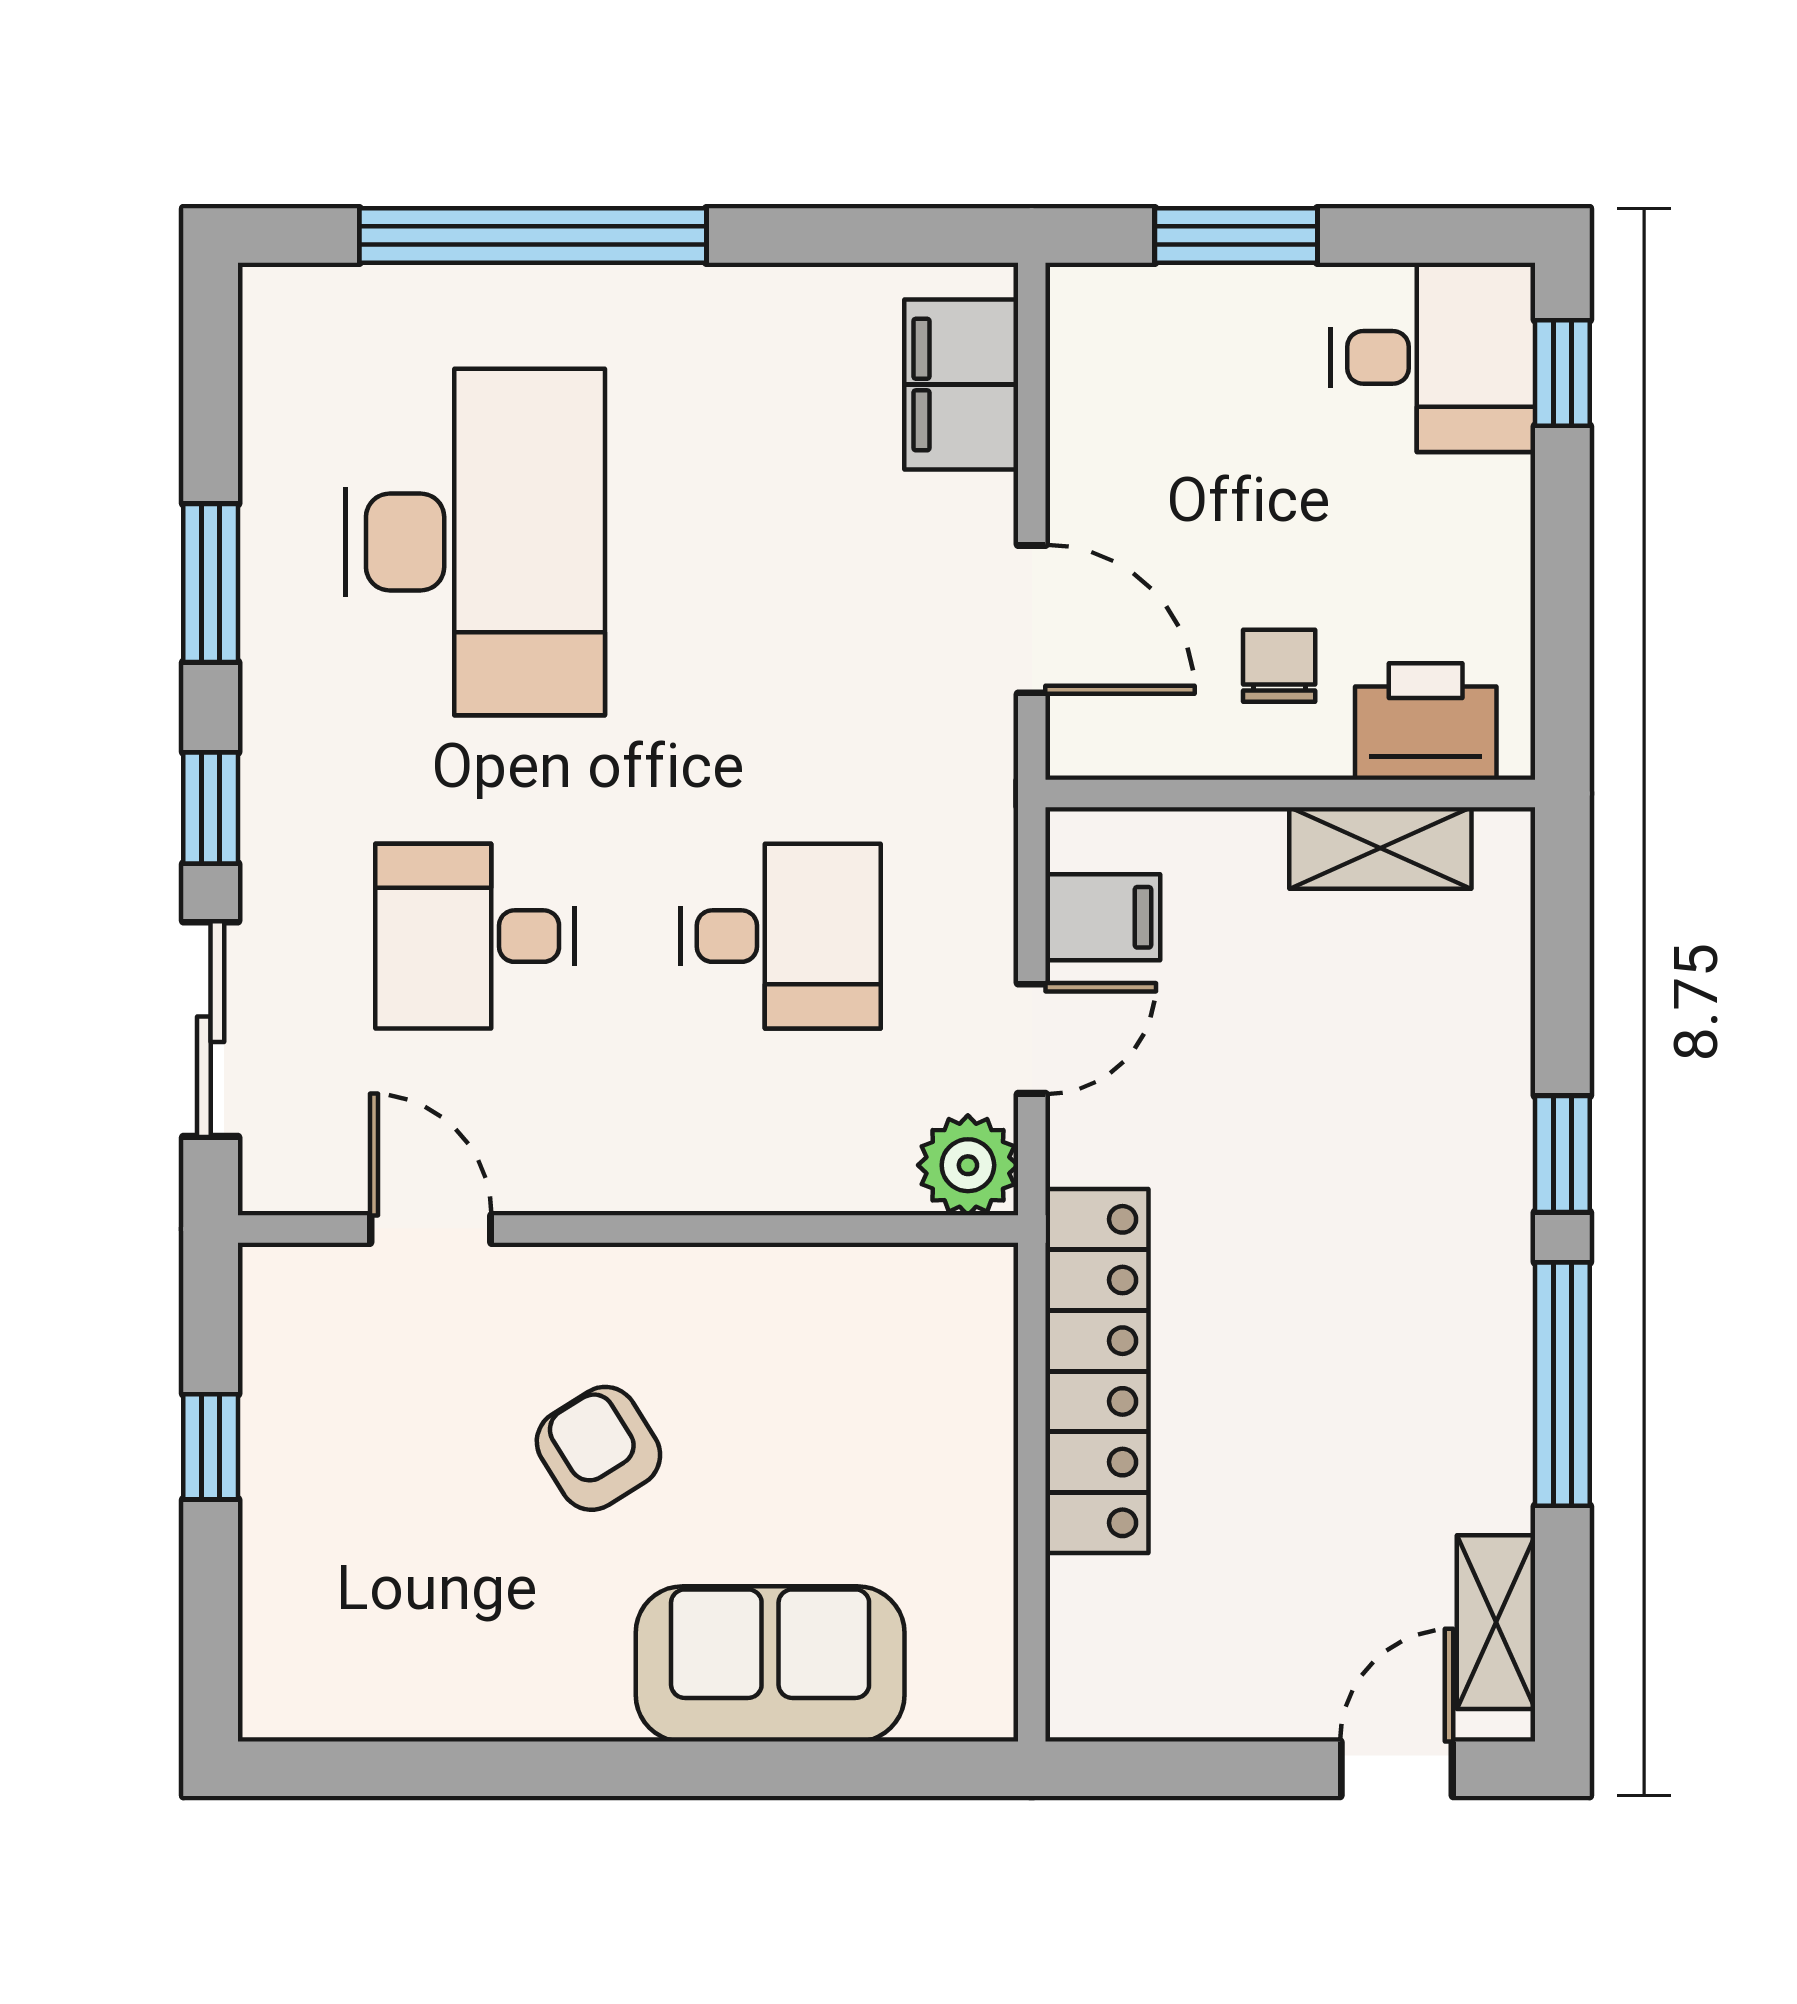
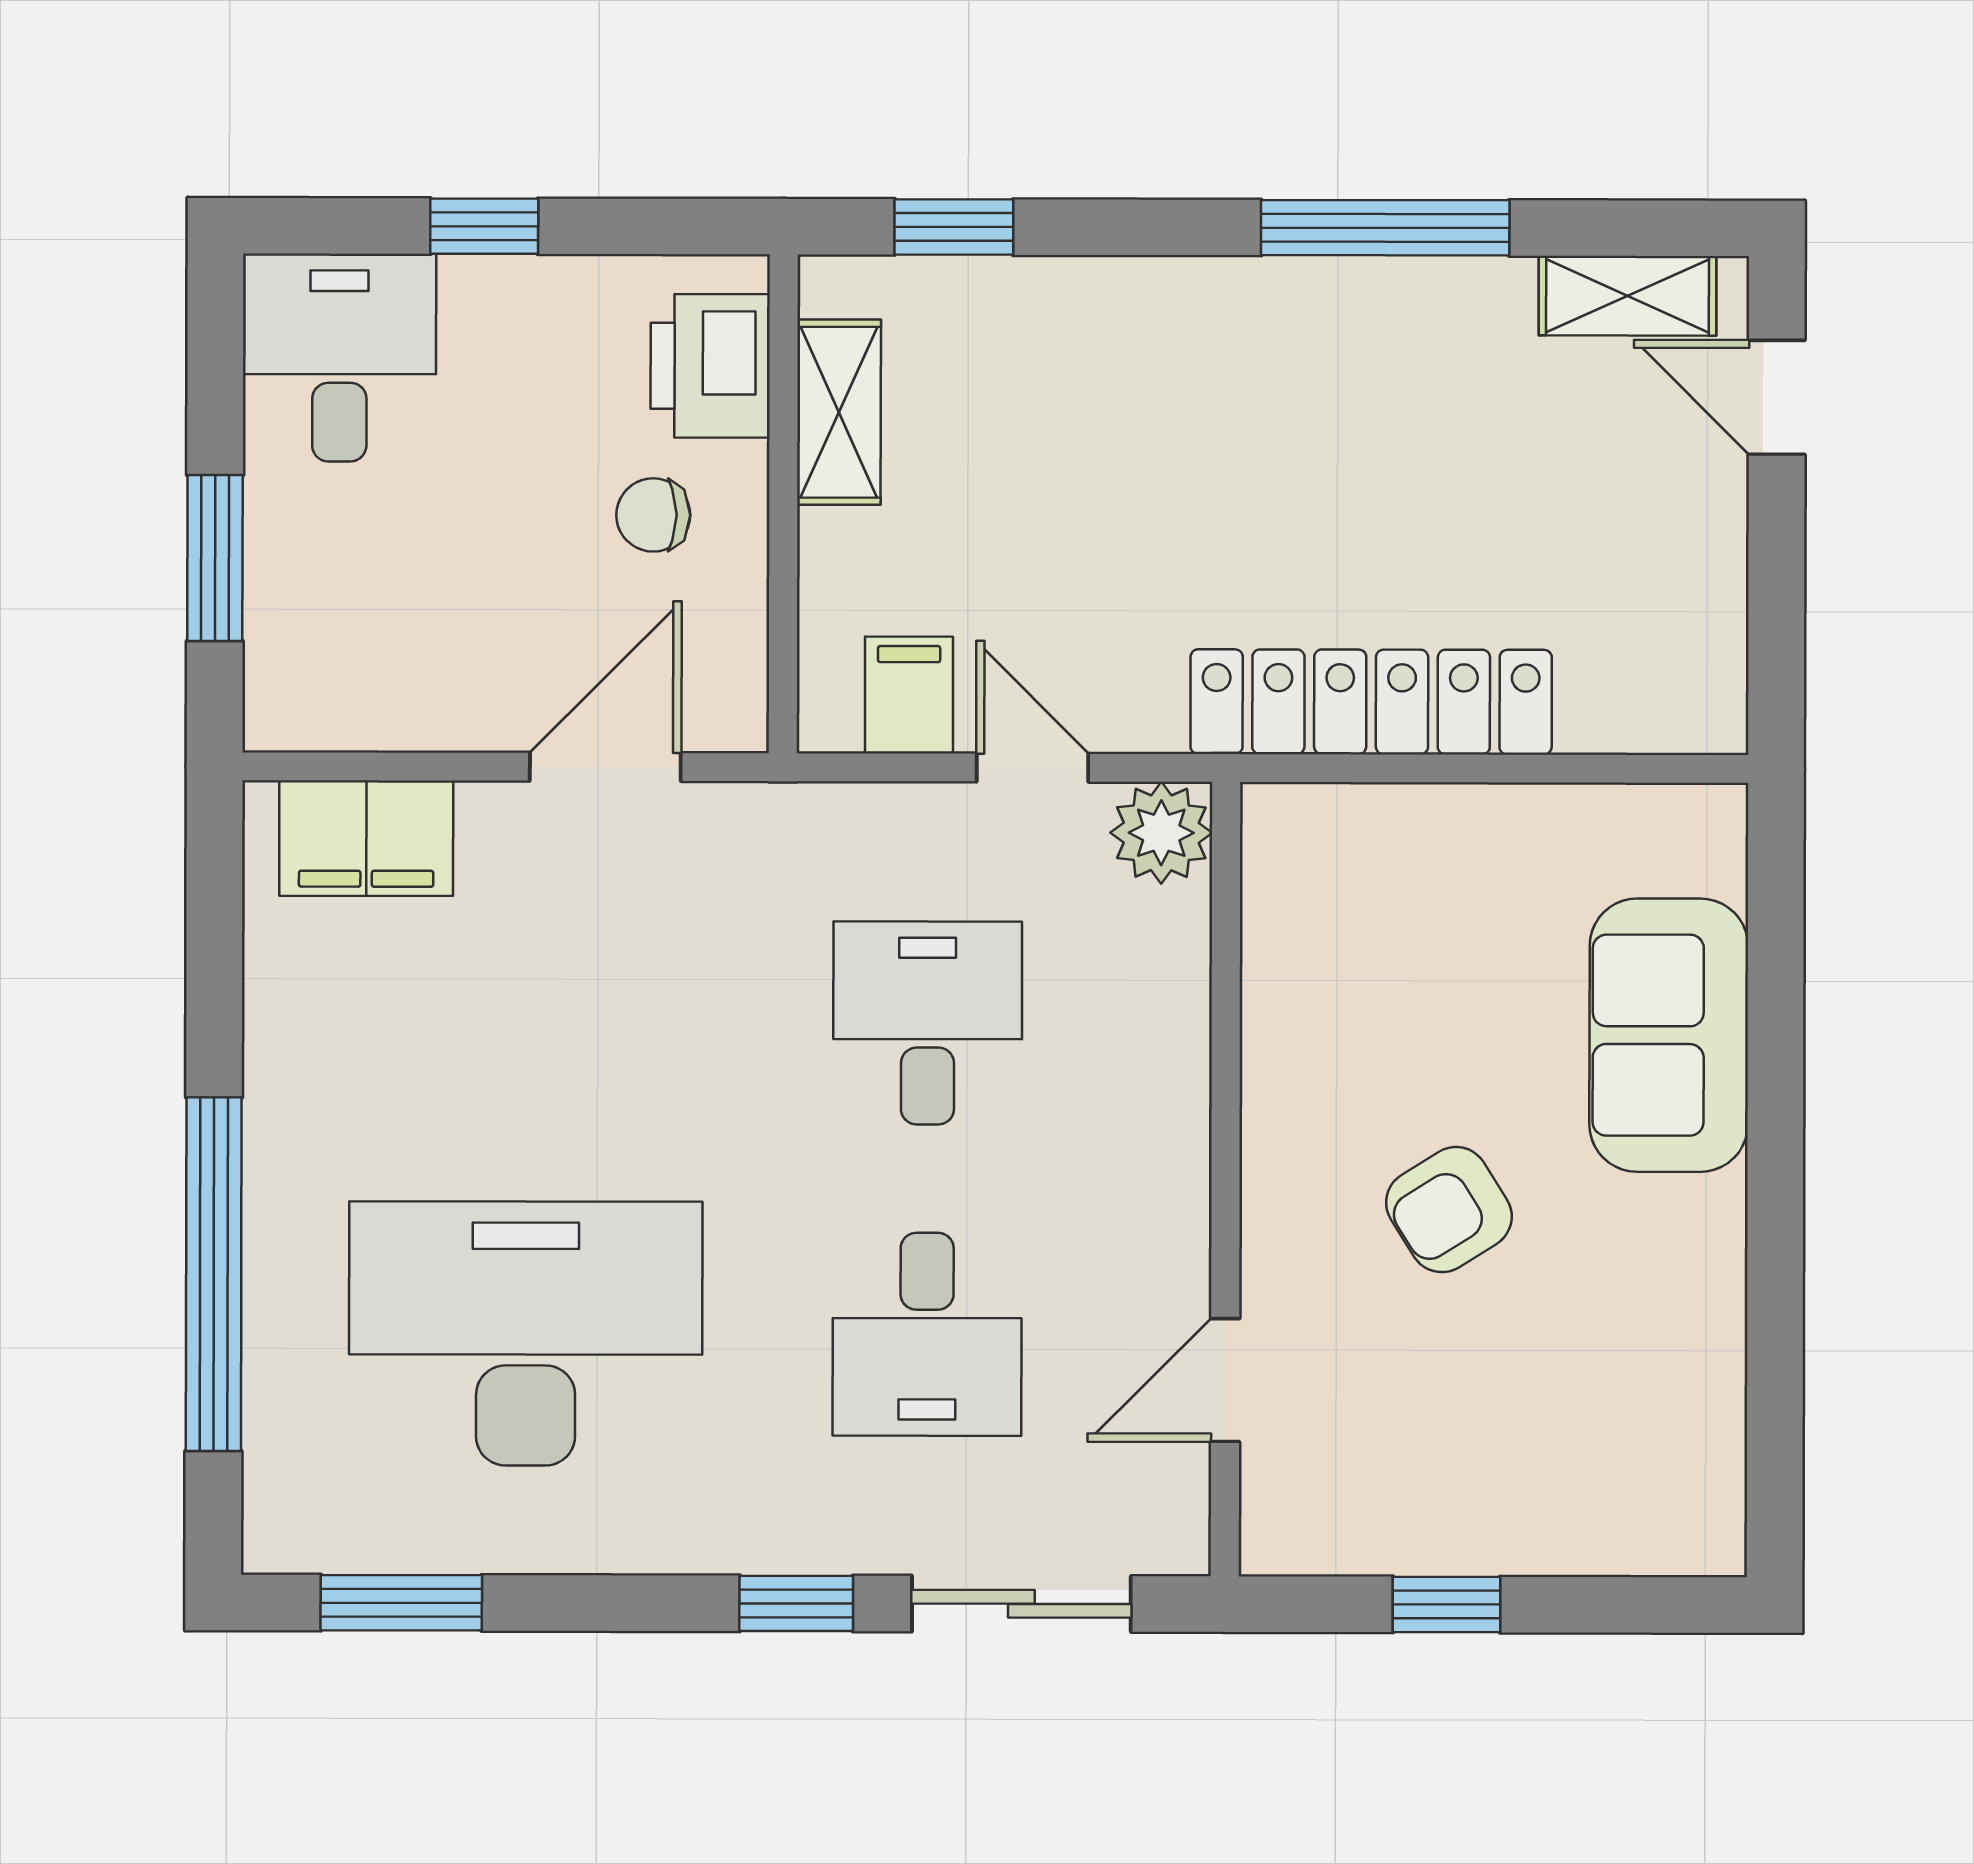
window: (1562, 373) -> (484, 226), moved
window: (211, 583) -> (401, 1603), moved
window: (1562, 1154) -> (954, 227), moved

